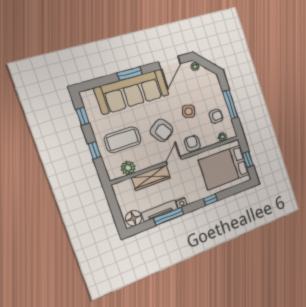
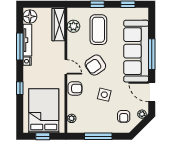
window: (130, 74) -> (152, 54), width x1.44
armchair: (216, 116) -> (124, 116), moved
wardrobe: (151, 178) -> (58, 25), moved

